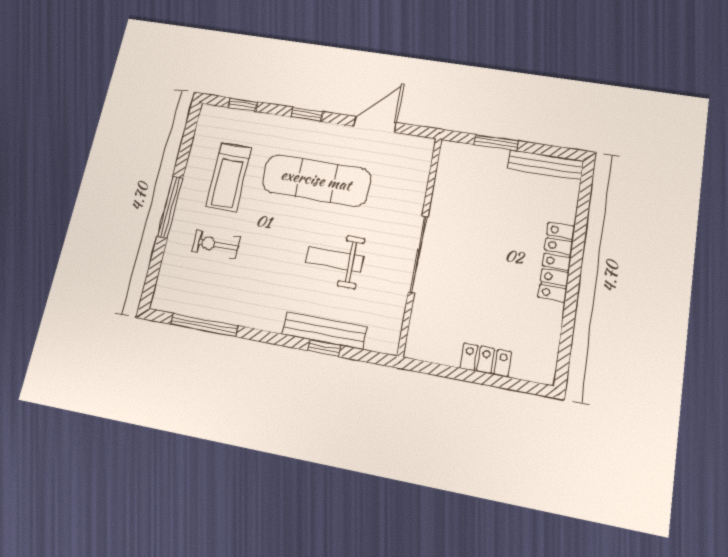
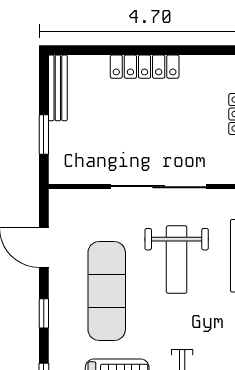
sliding door: (418, 254) -> (159, 187), width x1.36
weight bench: (335, 259) -> (177, 259), width x1.36, depth x1.33

